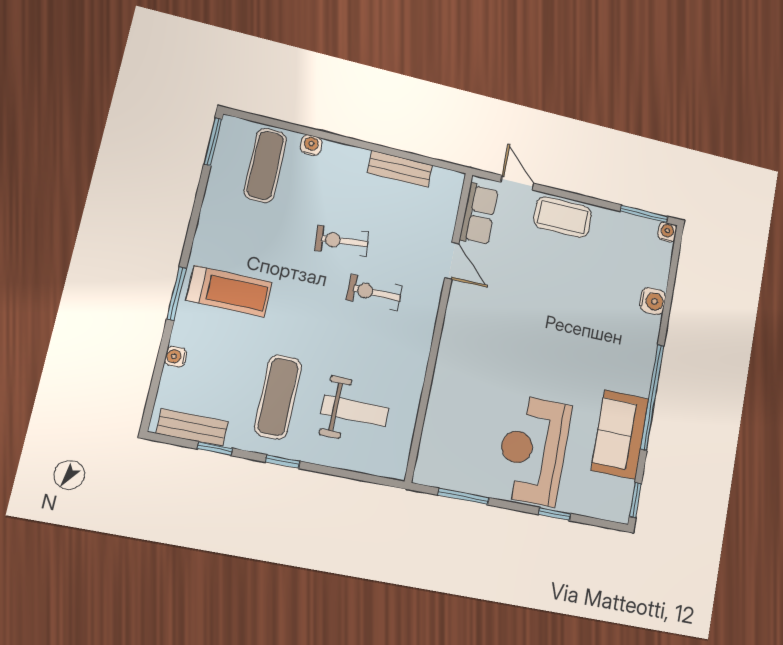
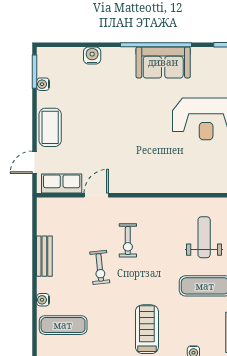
bench: (400, 169) -> (44, 256), moved
water cooler: (667, 232) -> (43, 84), moved
sofa: (620, 435) -> (163, 62), moved

